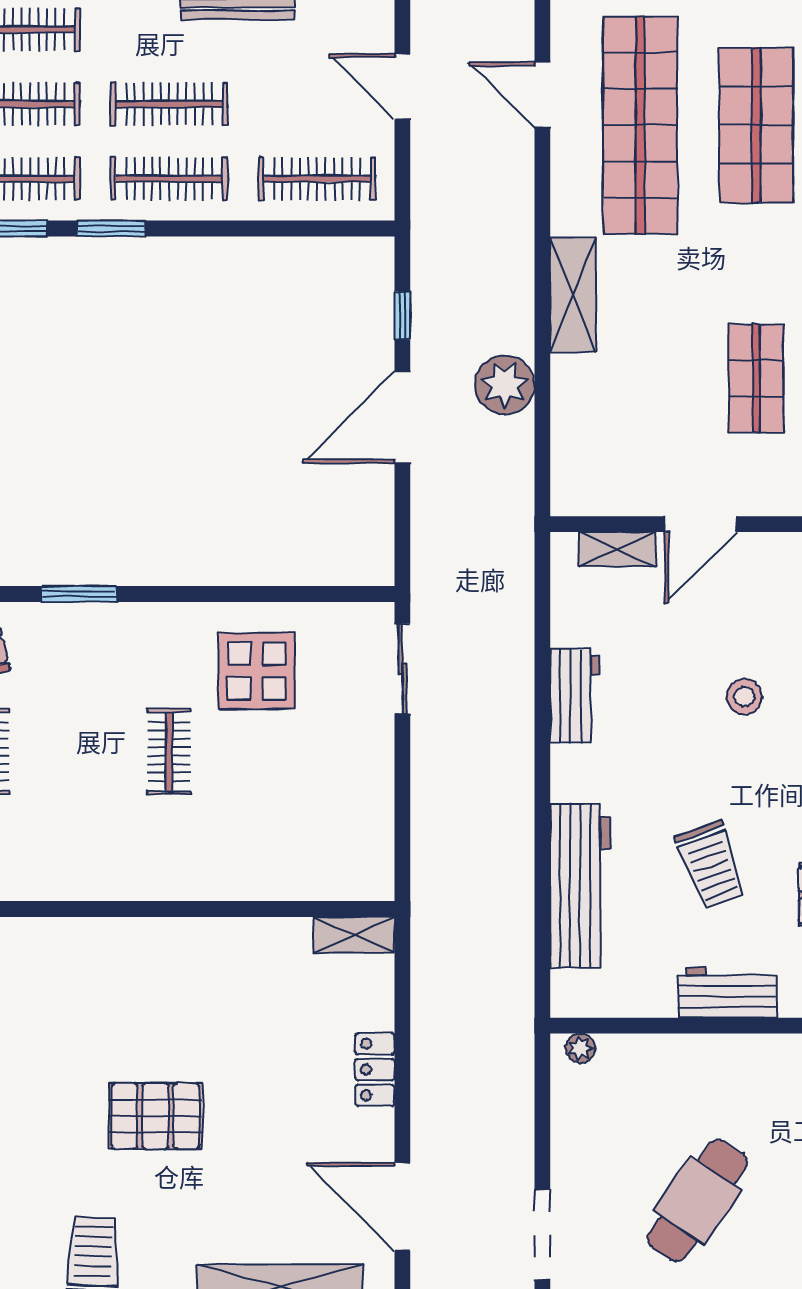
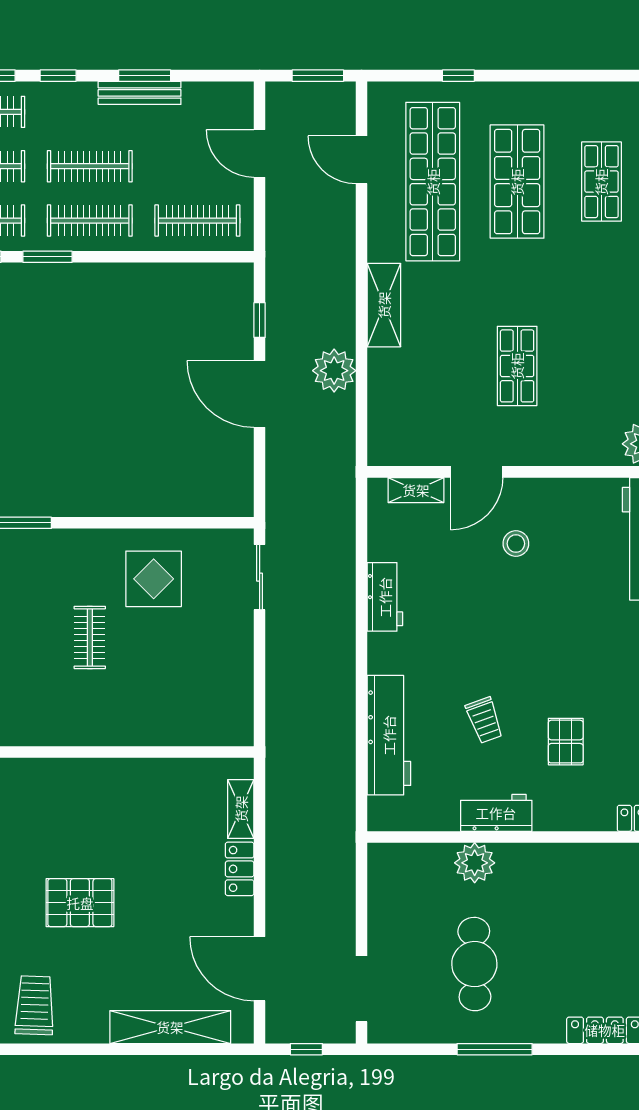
door: (402, 417) -> (260, 394), hinge flipped
stool: (744, 696) -> (516, 544), moved
trolley: (711, 865) -> (484, 720), width x0.73, depth x0.72
shelving: (354, 935) -> (241, 809), moved, turned 90
plant: (580, 1048) -> (475, 863), moved, width x1.88, depth x1.88
cafe table: (697, 1200) -> (474, 964), turned -35

